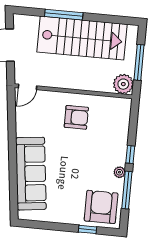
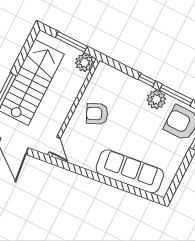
armchair: (76, 117) -> (97, 114), turned -114
plant: (119, 172) -> (156, 99), width x1.88, depth x1.88

